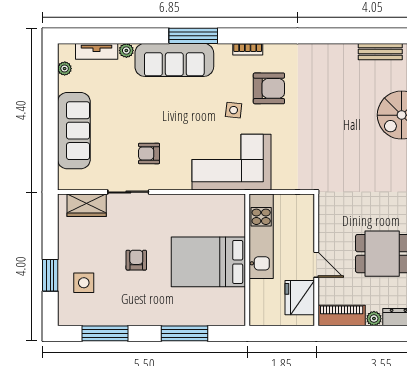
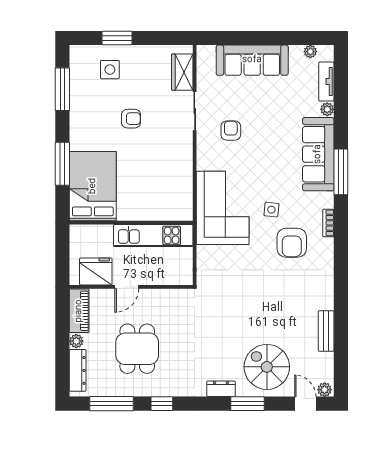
bench: (380, 52) -> (326, 331), moved
bed: (208, 262) -> (93, 186), moved

